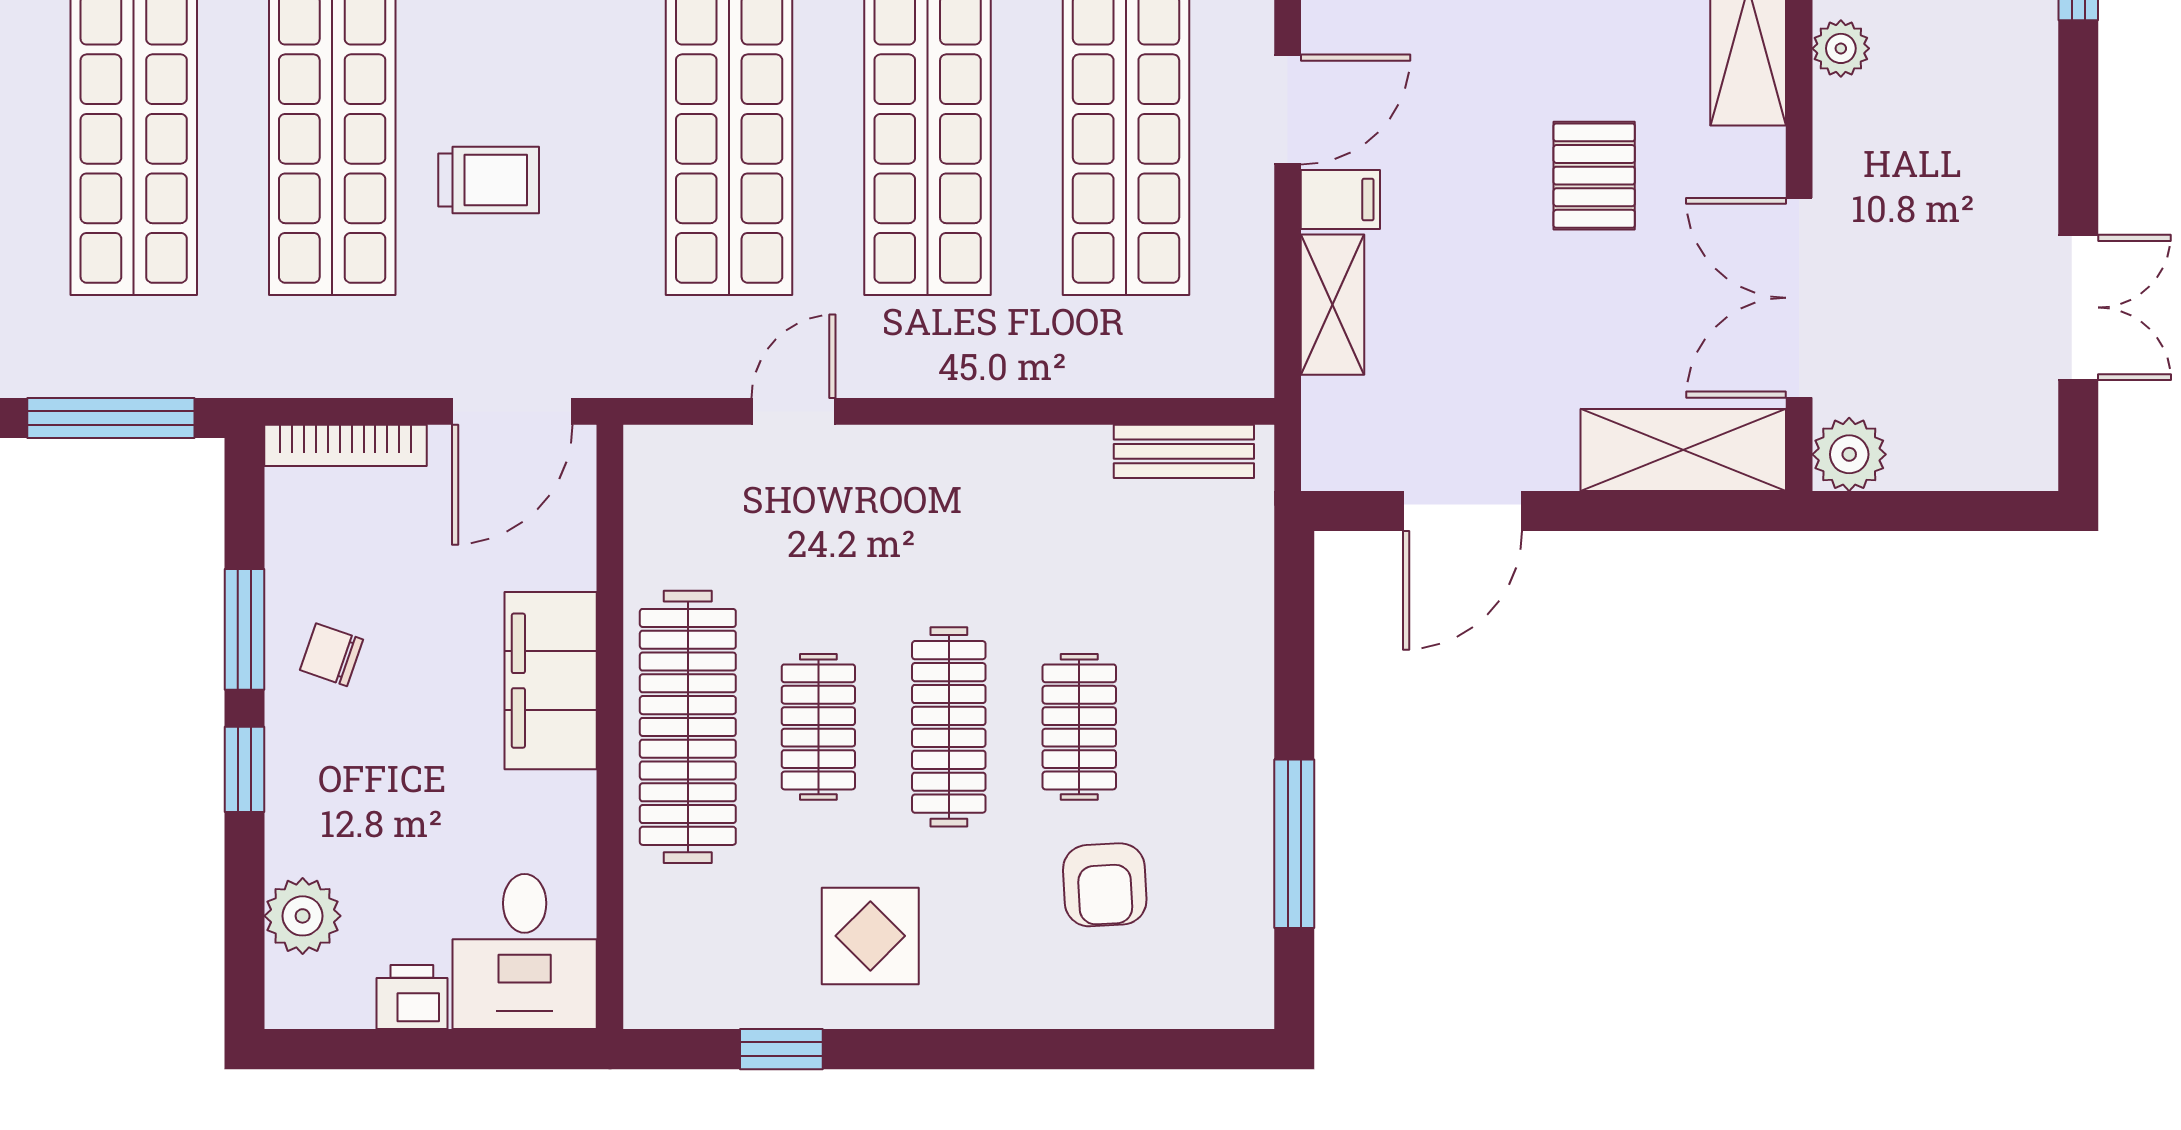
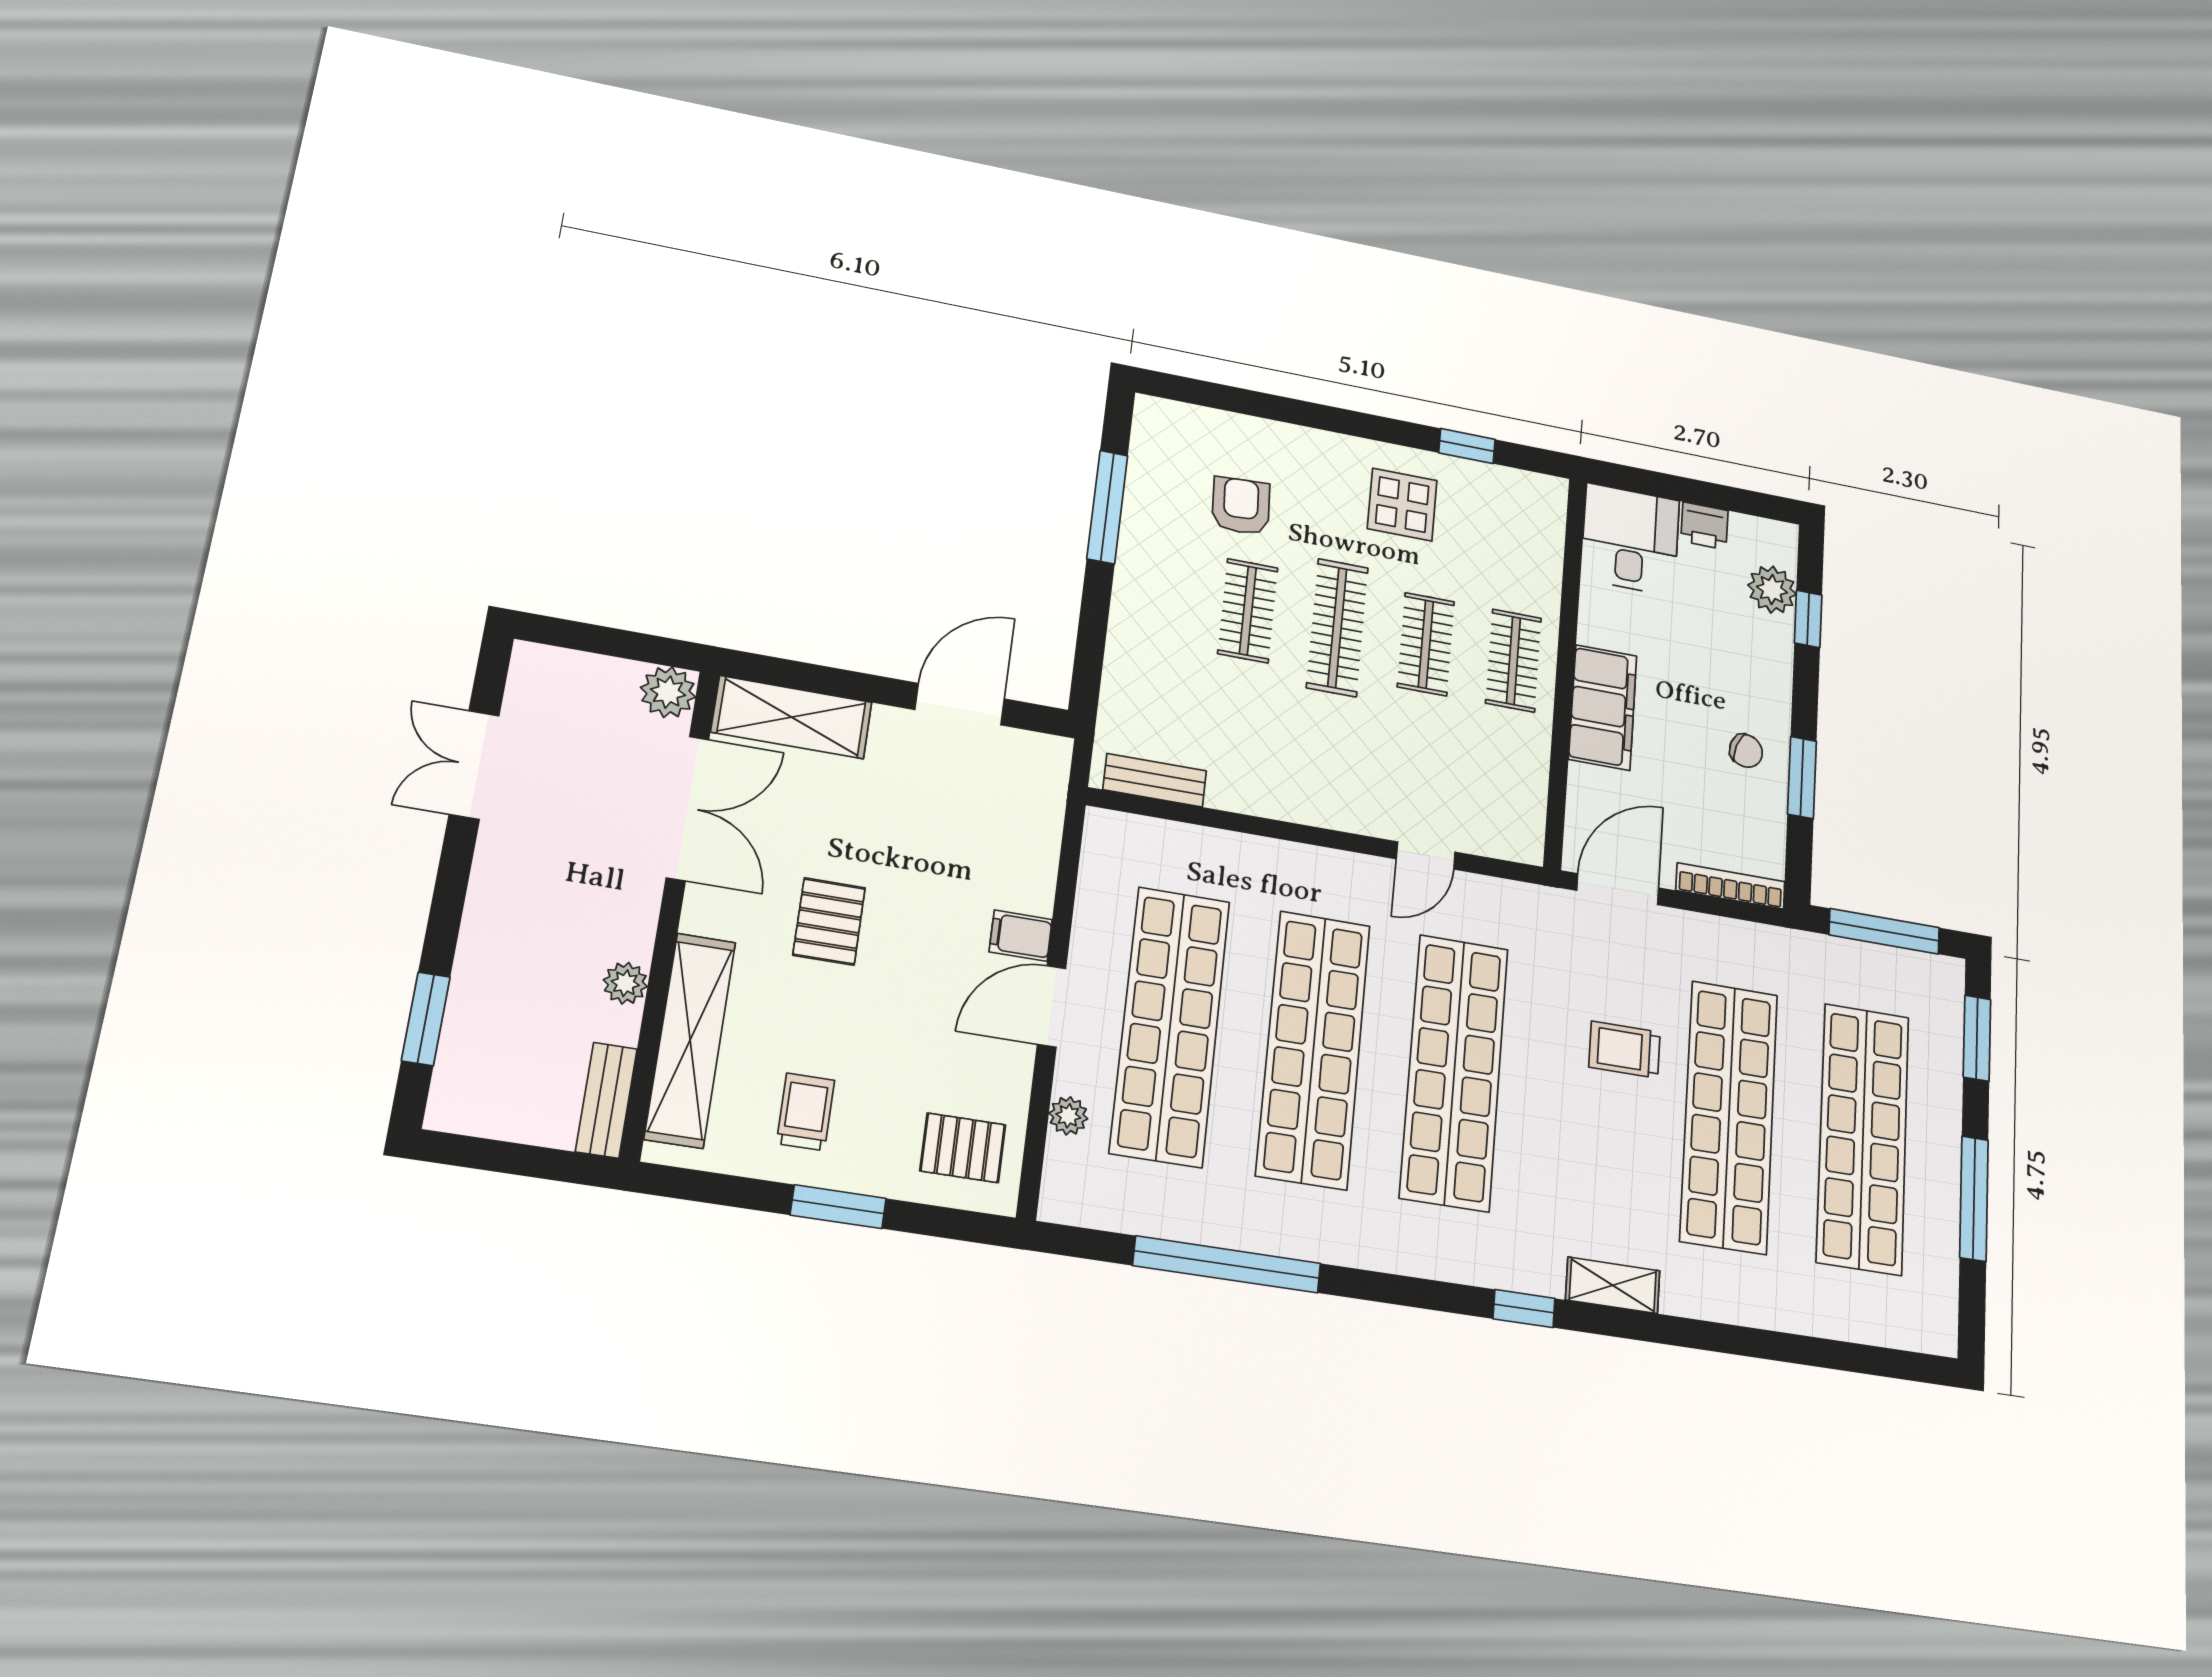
shelving: (1332, 305) -> (1036, 863), removed
clothes rail: (688, 727) -> (1513, 661), width x0.54, depth x0.76
window: (245, 769) -> (1808, 619), moved

